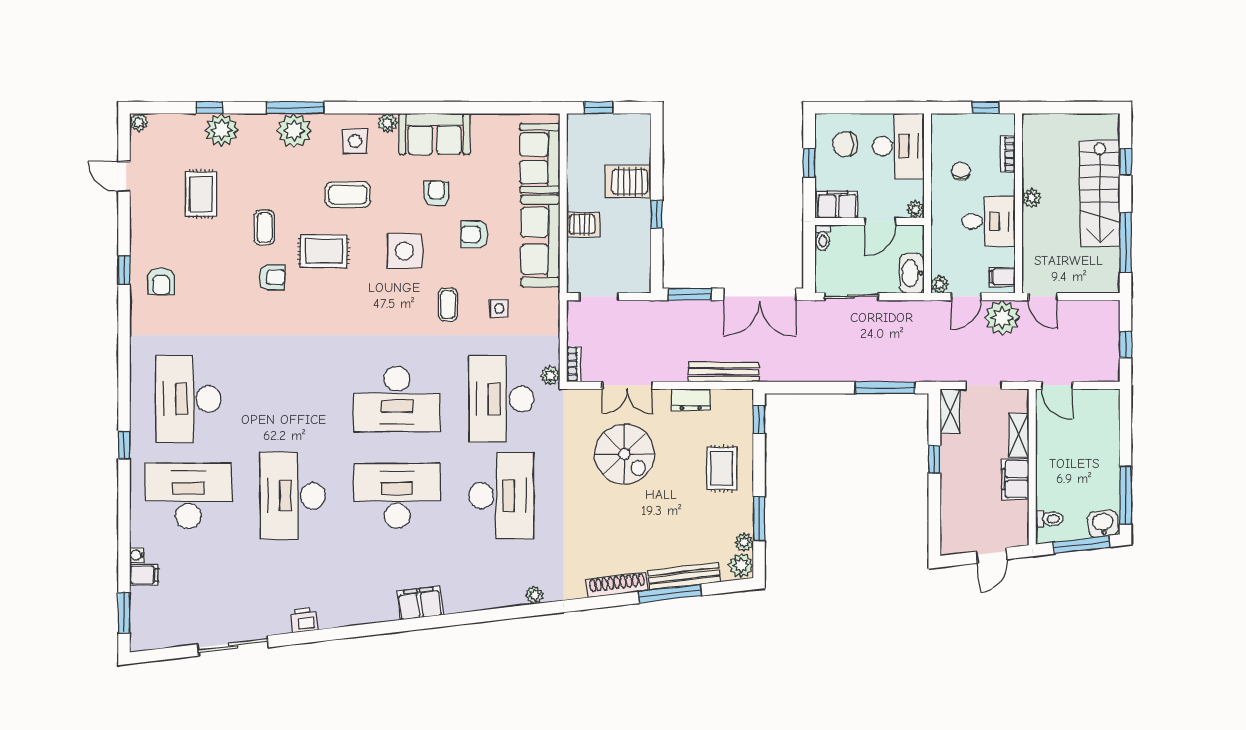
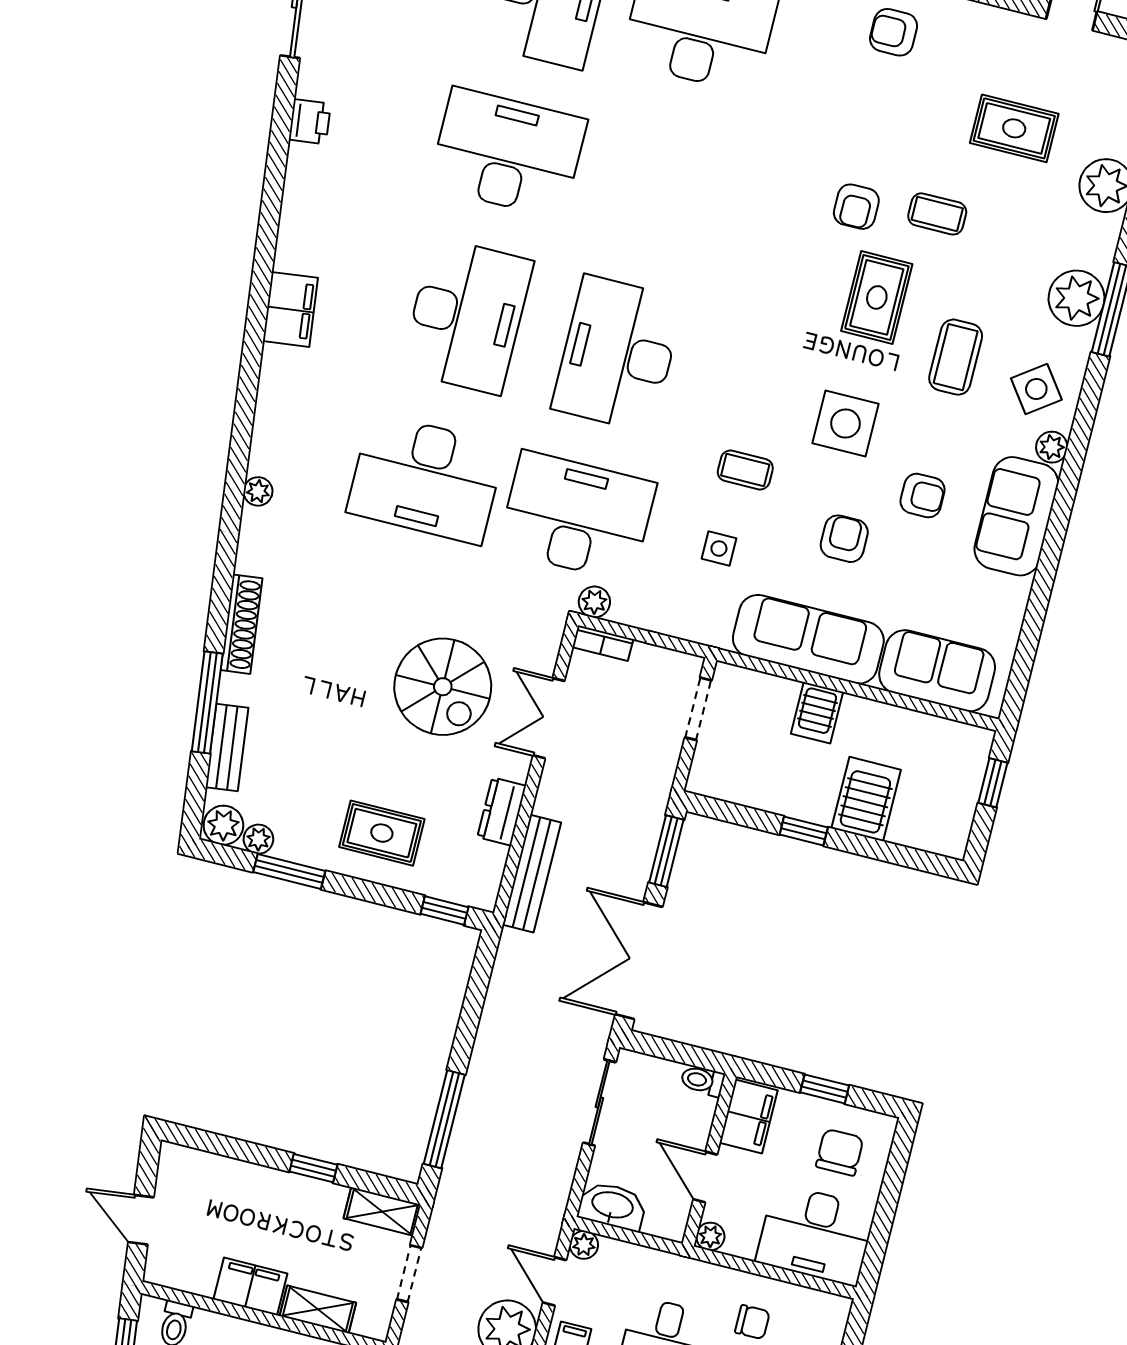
side table: (355, 141) -> (1036, 389), turned -36
spiral stairs: (624, 454) -> (443, 687), turned -90
bench: (684, 576) -> (227, 747), width x0.73

